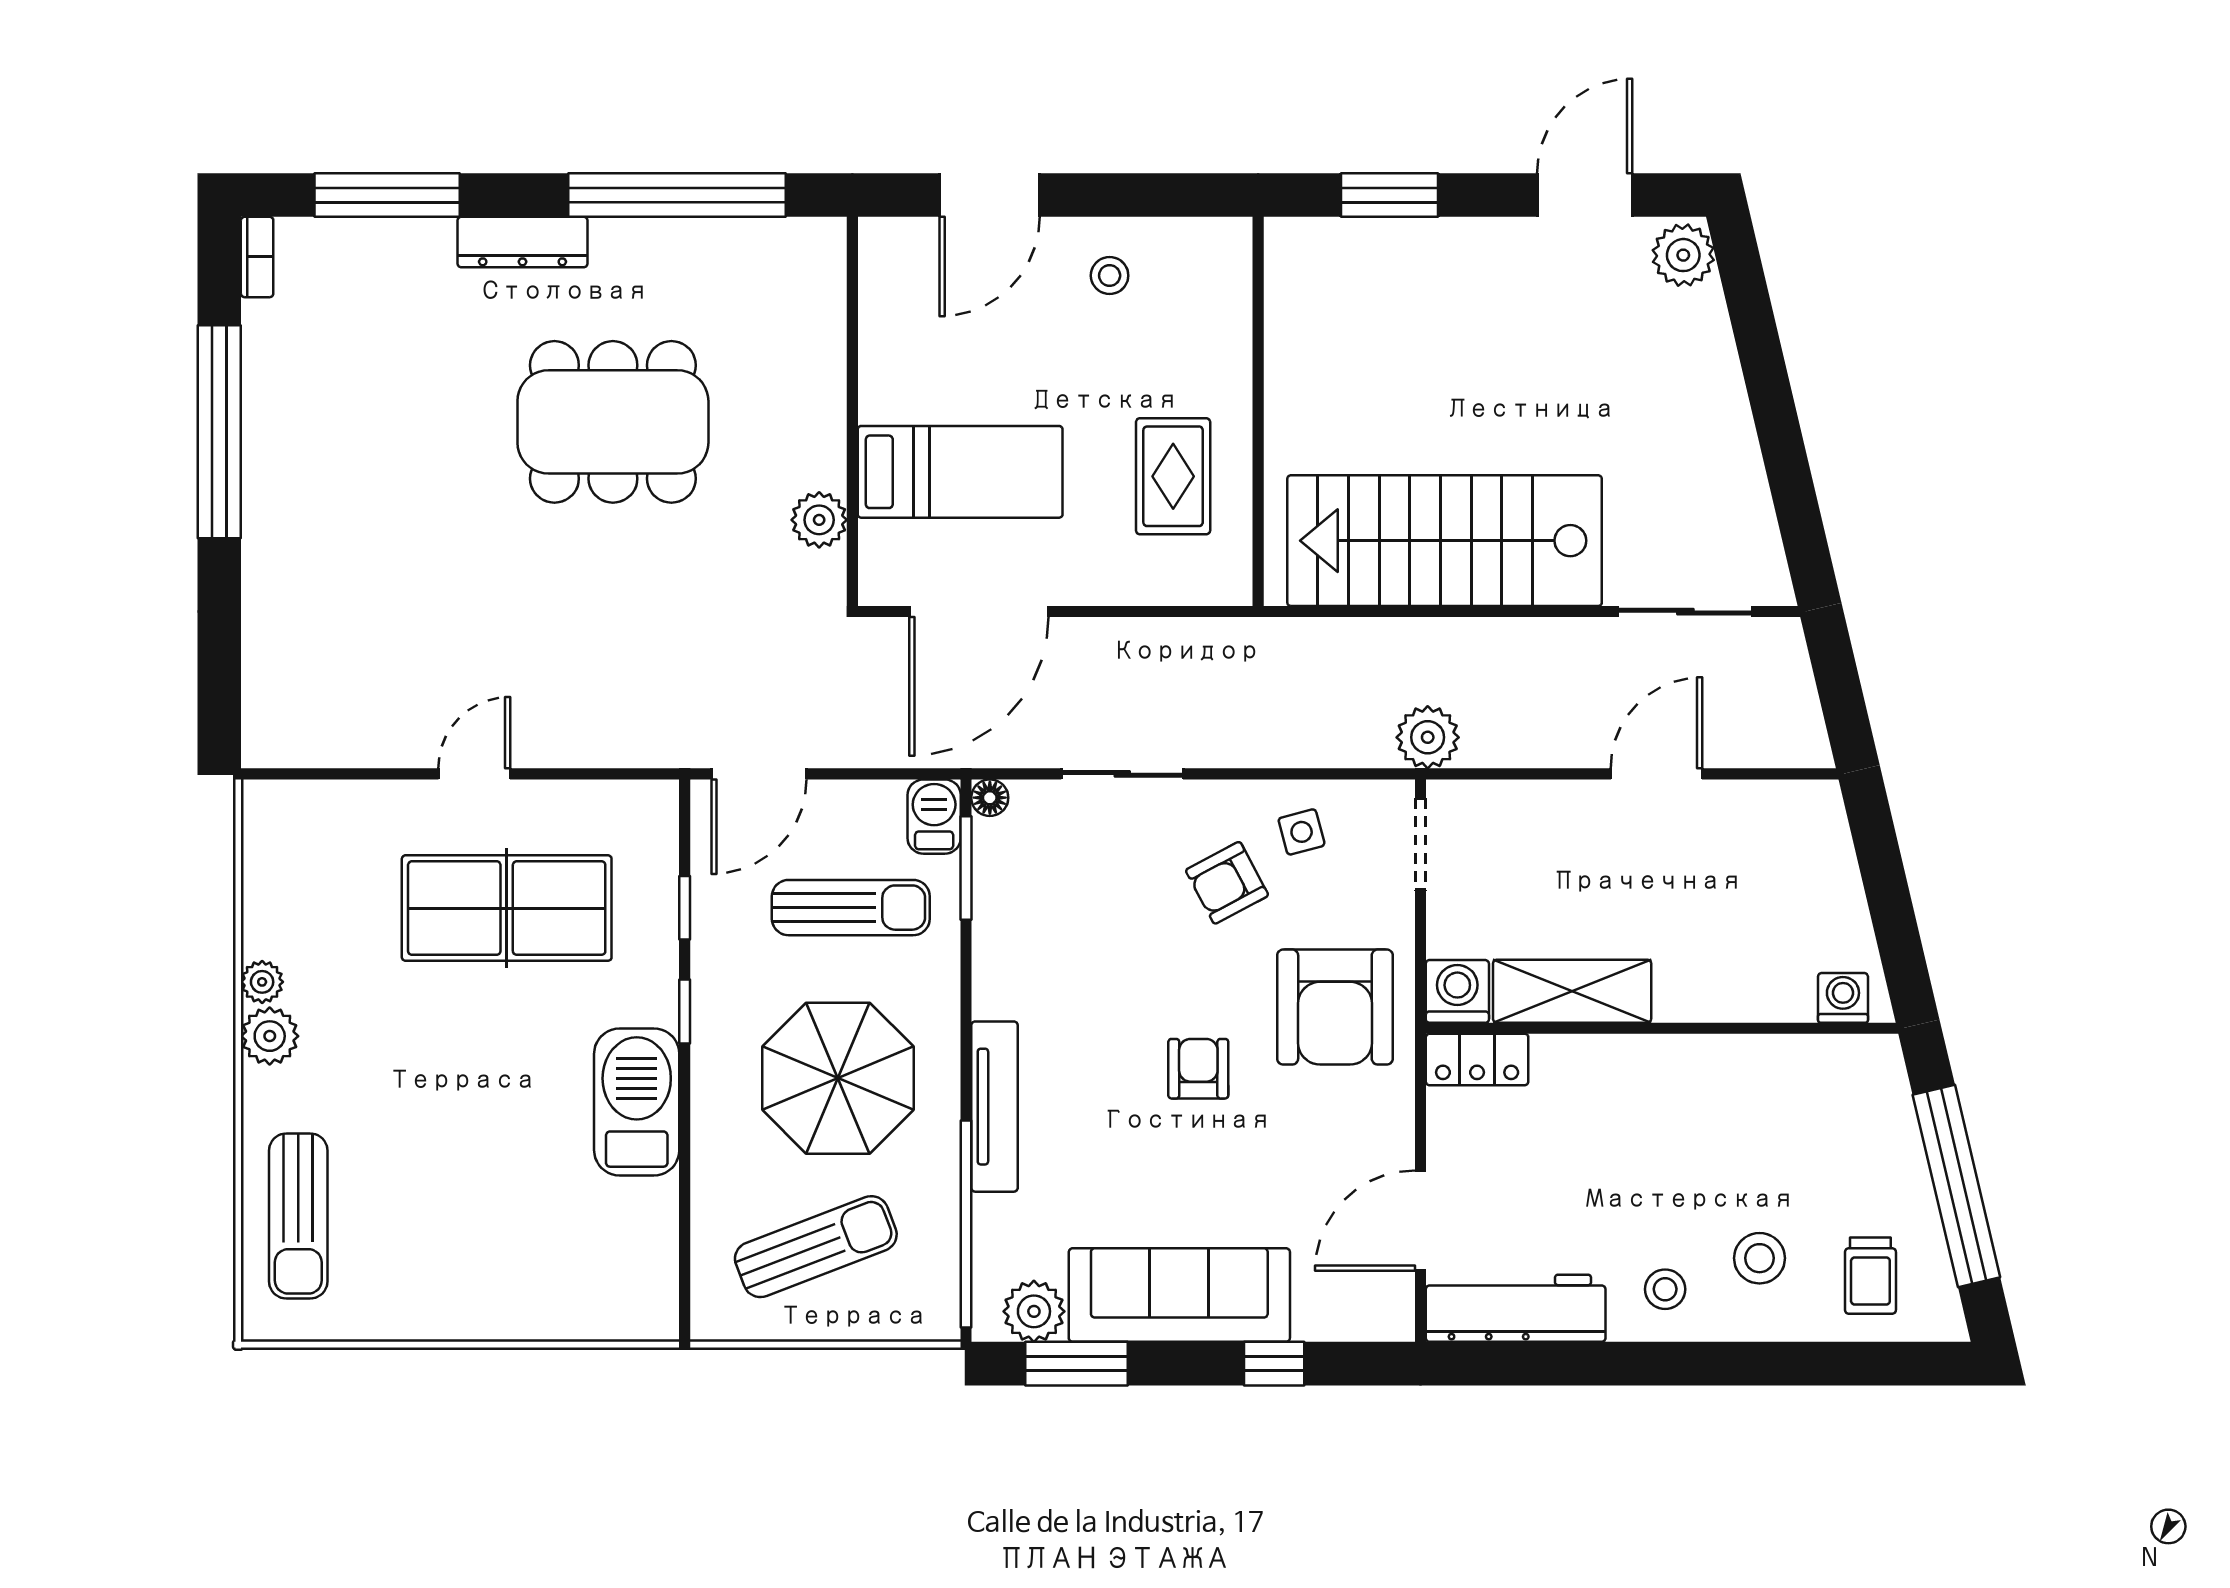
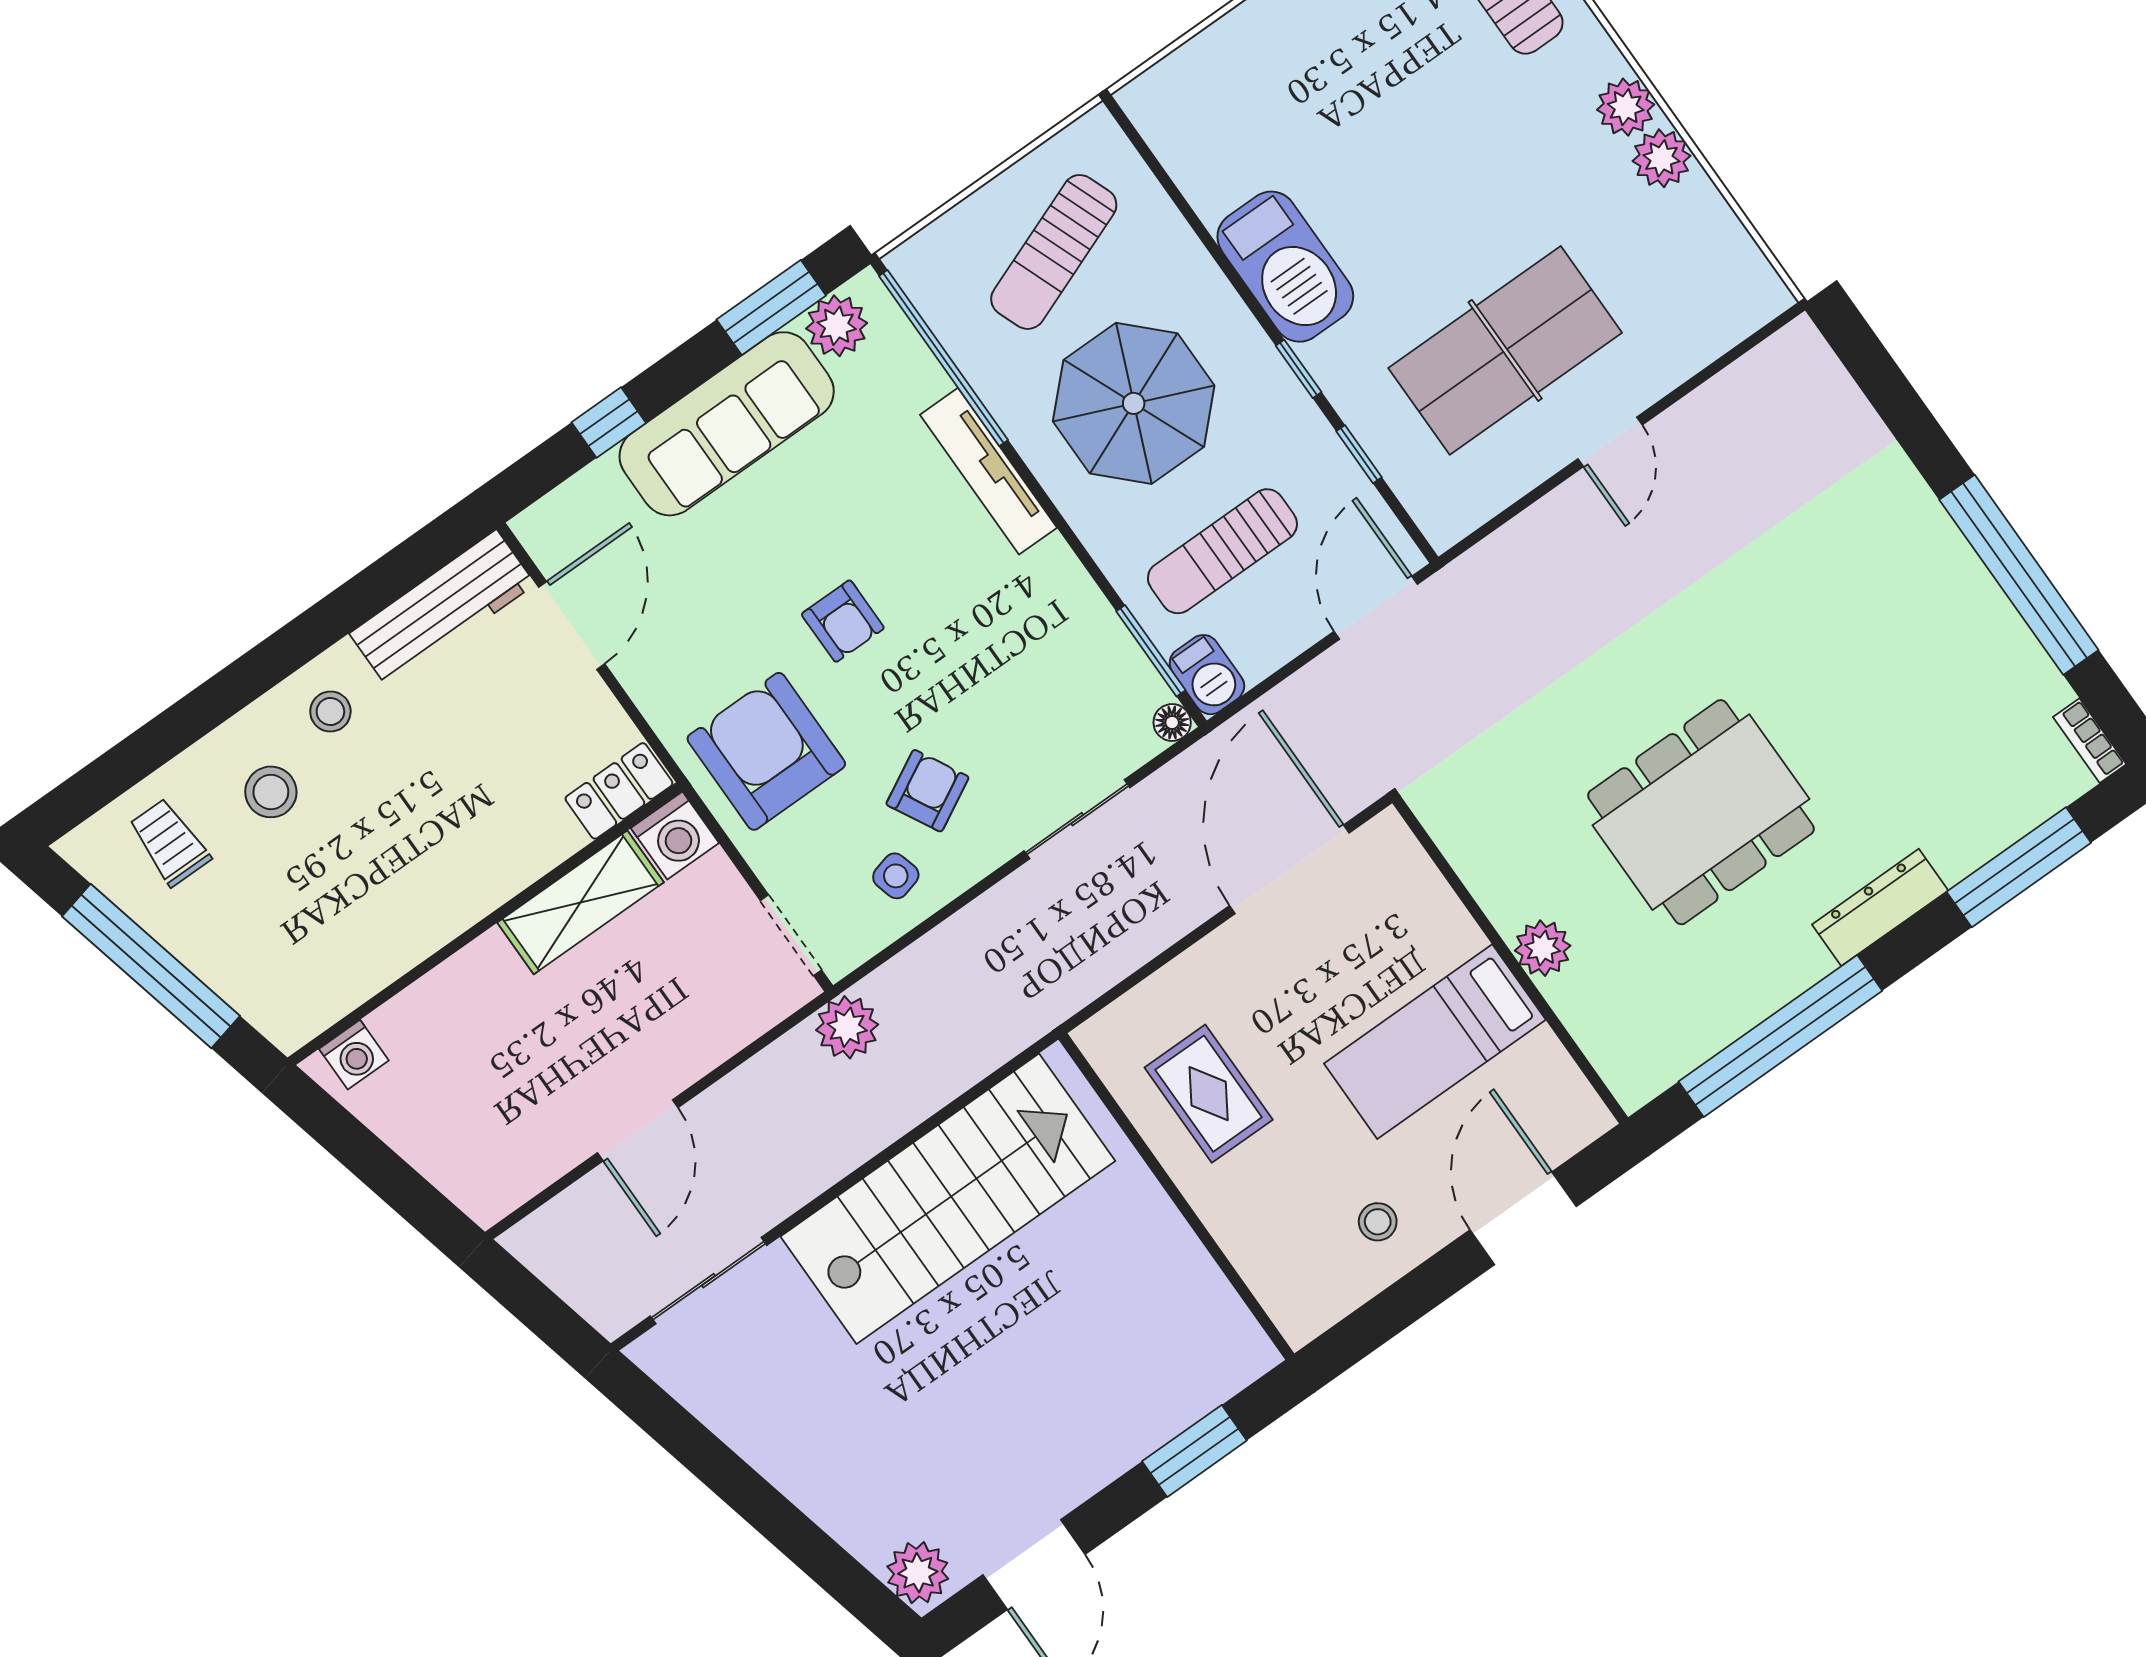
bed: (960, 472) -> (1435, 1042), moved
plant: (819, 520) -> (1543, 948), moved
plant: (262, 982) -> (1662, 158), width x1.38, depth x1.38

